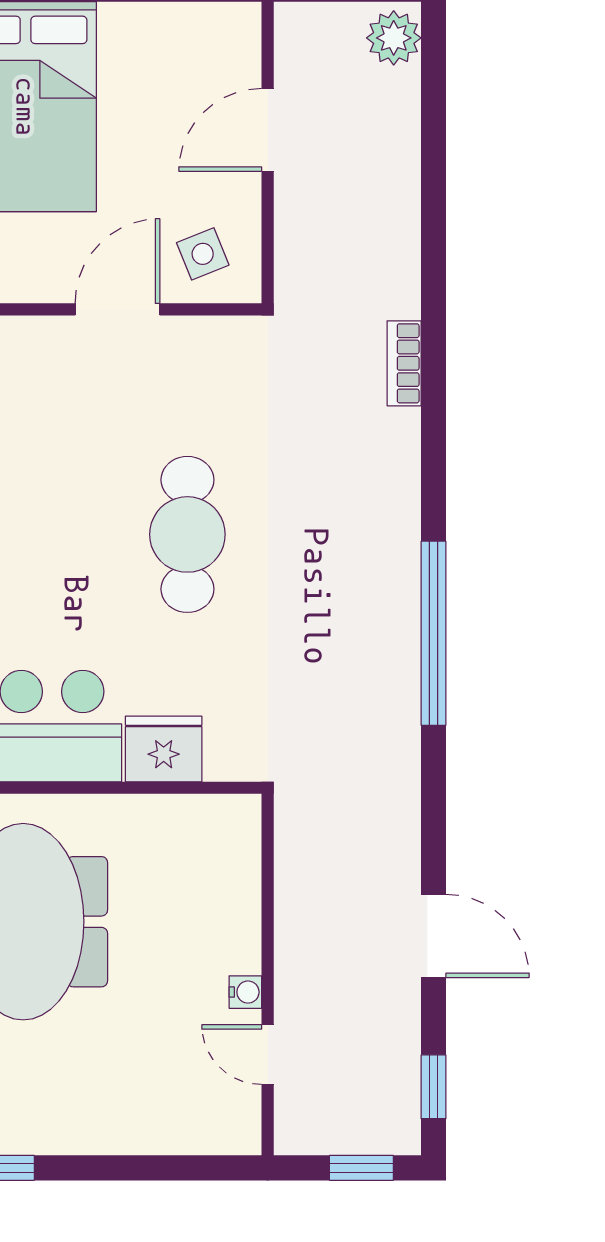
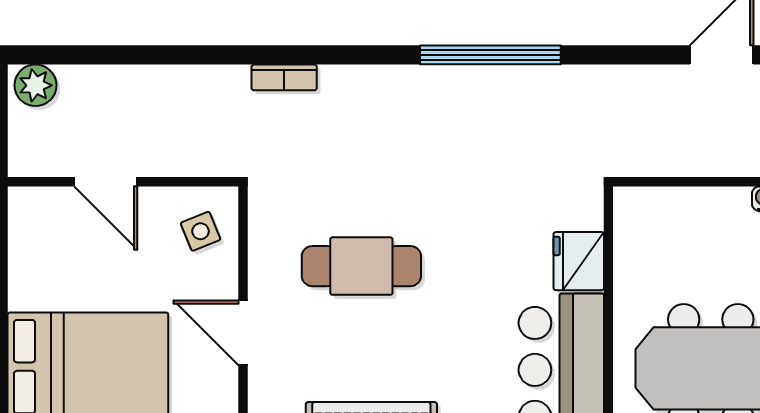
door: (117, 309) -> (243, 333), moved
cafe table: (187, 534) -> (361, 266), moved

